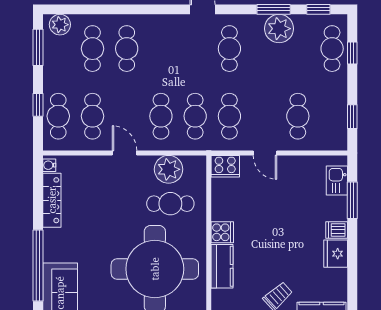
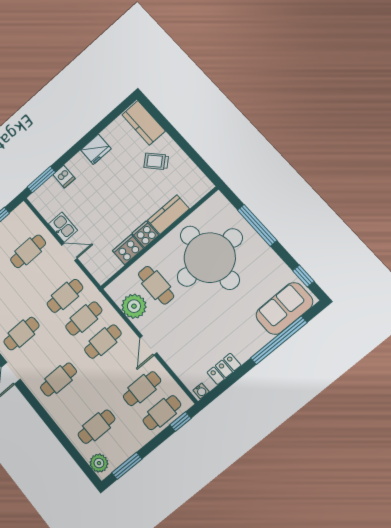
cafe table: (127, 49) -> (58, 380), moved
window: (38, 105) -> (180, 422), moved
door: (265, 153) -> (69, 252), hinge flipped
cooker: (225, 166) -> (128, 250), moved, turned -90
kitchen sink: (337, 181) -> (63, 227), moved, turned -90
locker: (52, 200) -> (224, 369), width x0.66
window: (352, 200) -> (41, 180), moved
dishwasher: (337, 230) -> (64, 177), moved

